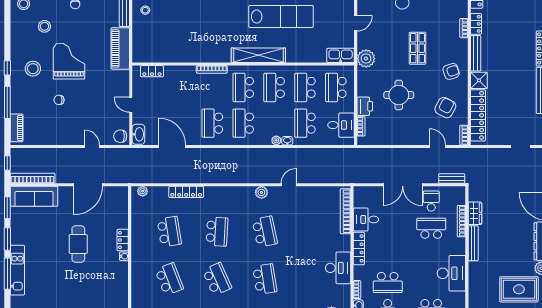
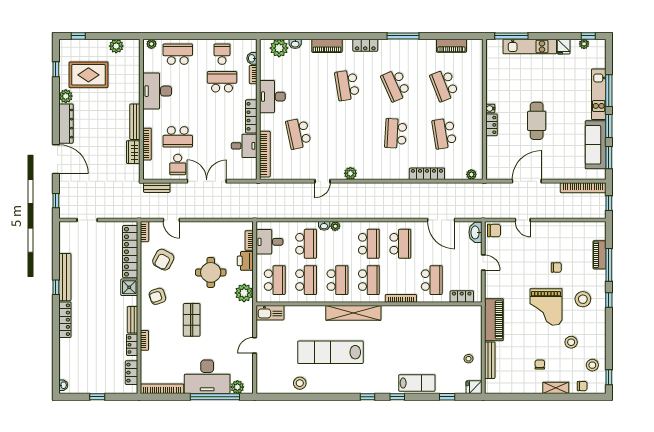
bench: (476, 53) -> (132, 320), width x0.73
plant: (366, 59) -> (244, 293), moved
school desk: (181, 87) -> (432, 280), added
piano: (17, 128) -> (599, 255), moved
sofa: (34, 196) -> (596, 145), moved, turned -90
school desk: (265, 232) -> (298, 133), moved

